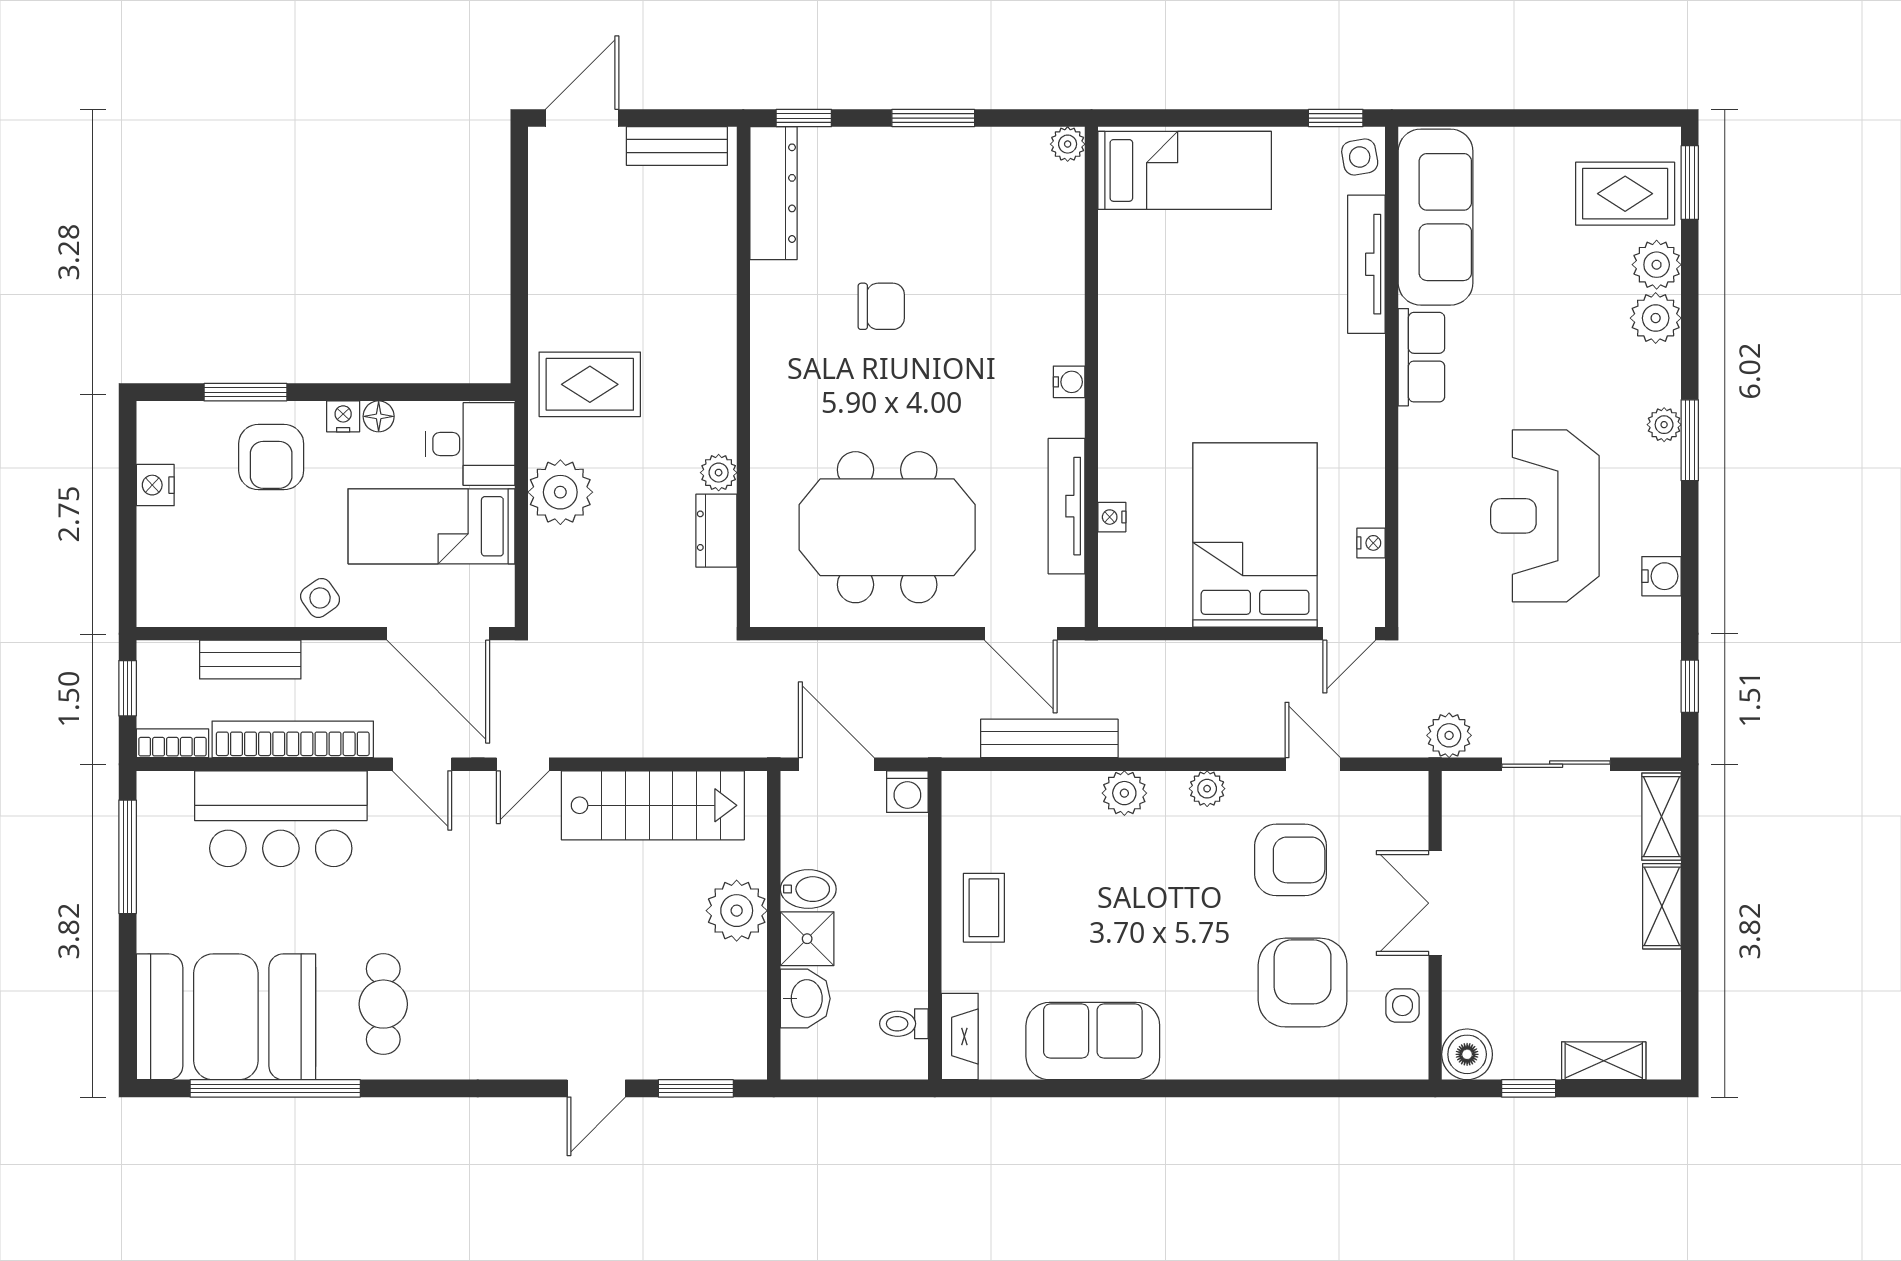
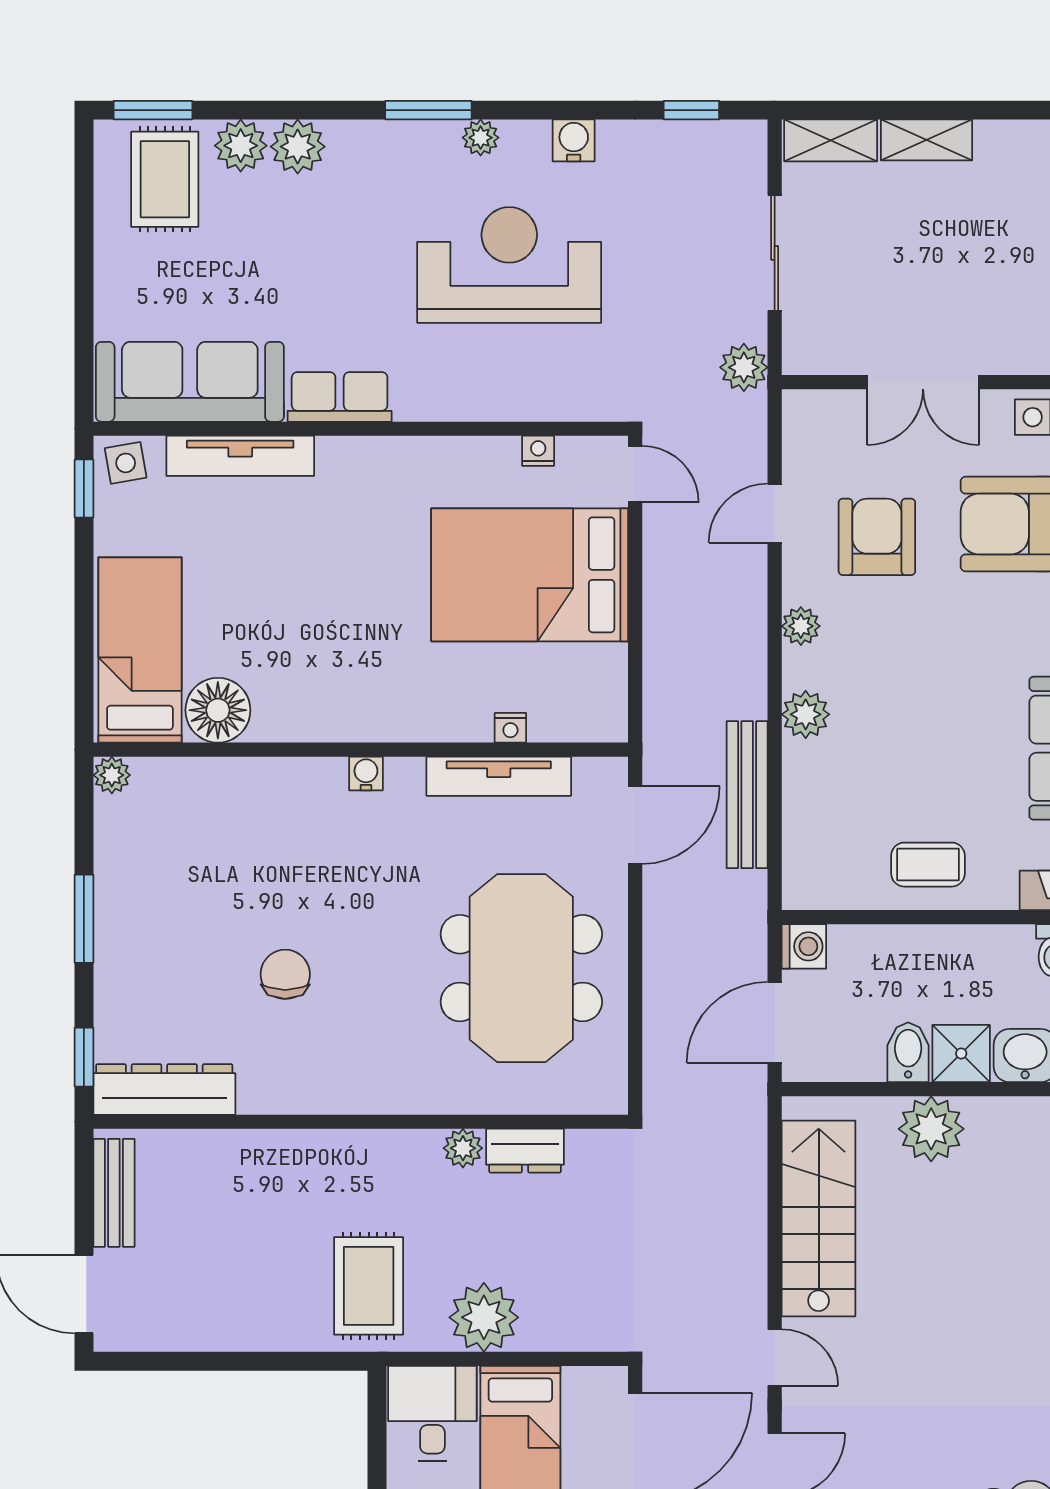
floor lamp: (1128, 243) -> (218, 710), added
plant: (1664, 425) -> (481, 138), moved
reception desk: (1545, 516) -> (509, 265), turned 180

